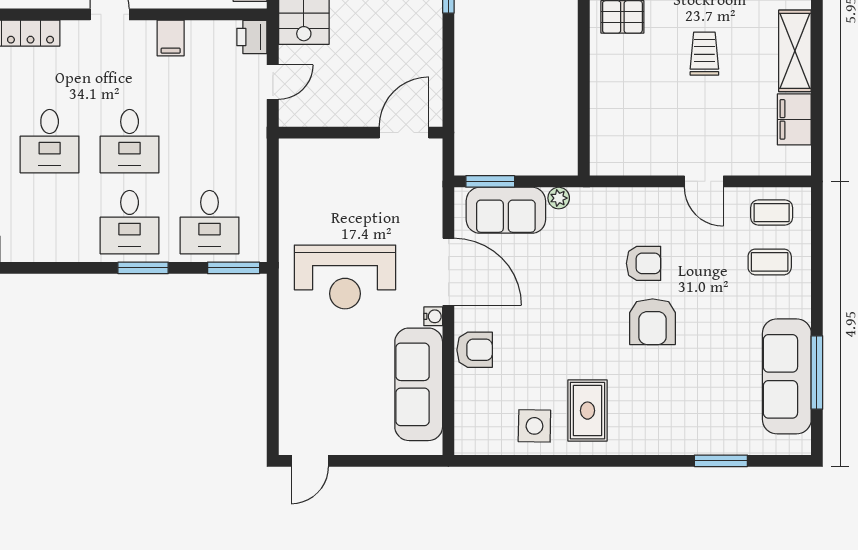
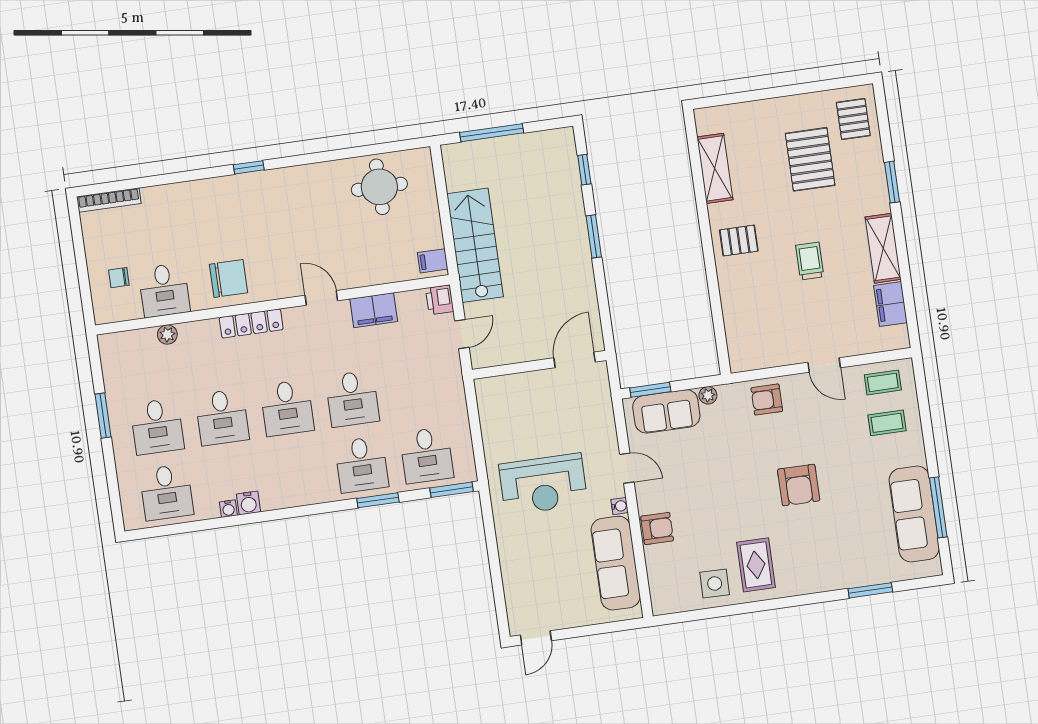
filing cabinet: (171, 38) -> (374, 310), width x2.00
armchair: (644, 263) -> (767, 400), moved, turned 180
door: (448, 272) -> (627, 468), width x0.53

